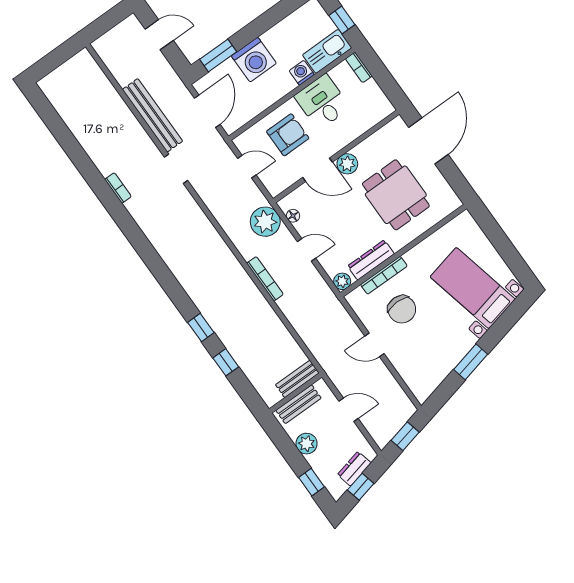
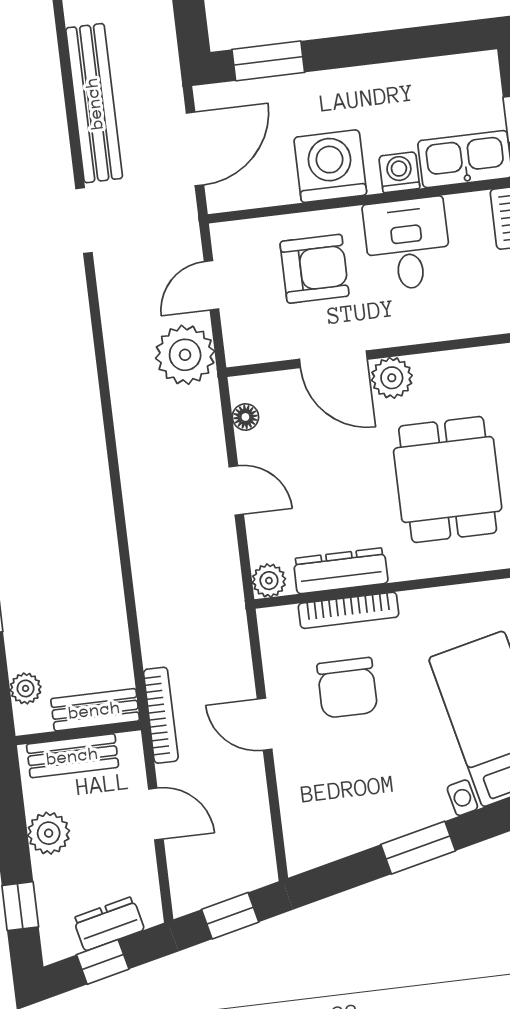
washing machine: (254, 60) -> (330, 166), moved, turned 180
door: (247, 167) -> (211, 285), swing flipped
plant: (265, 222) -> (185, 355), moved
bookcase: (265, 279) -> (161, 715), moved
plant: (262, 386) -> (26, 688), added

